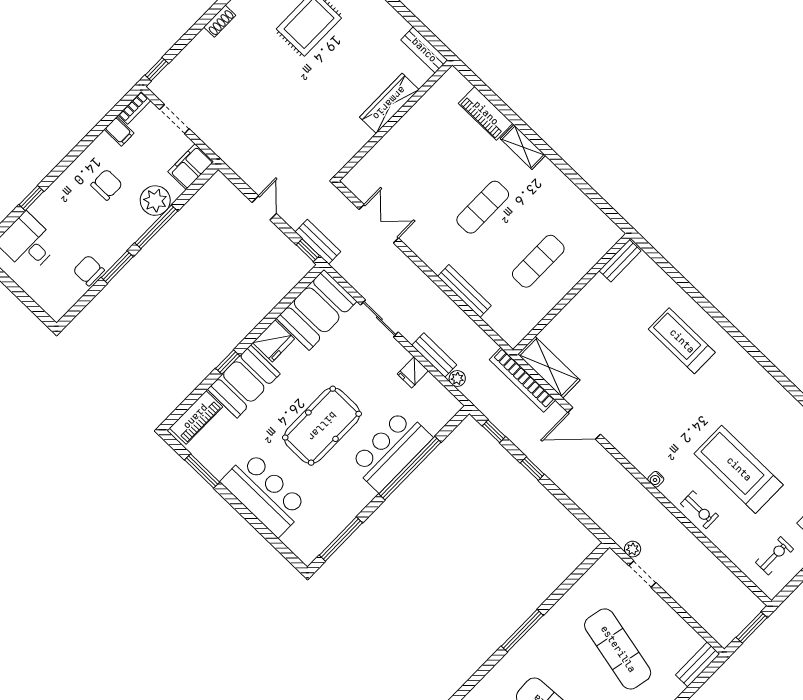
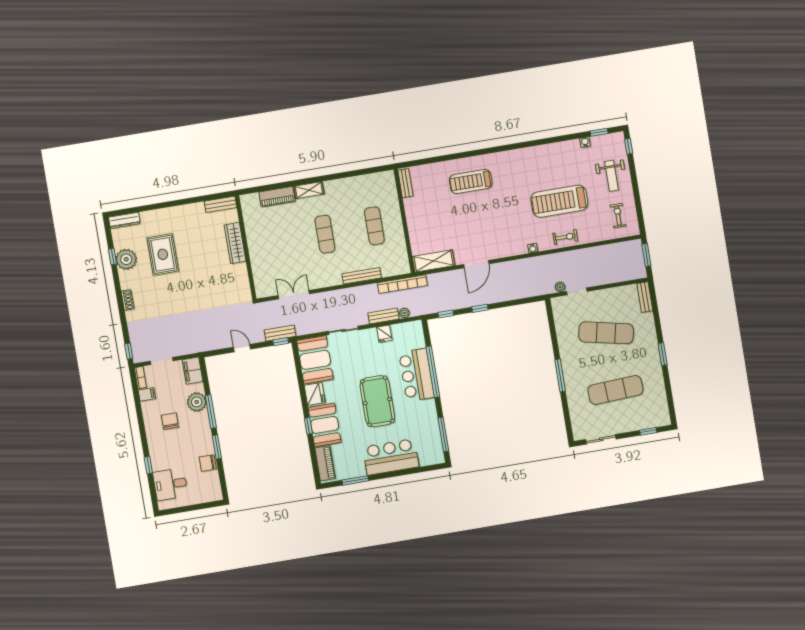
bookcase: (522, 380) -> (402, 284), moved

